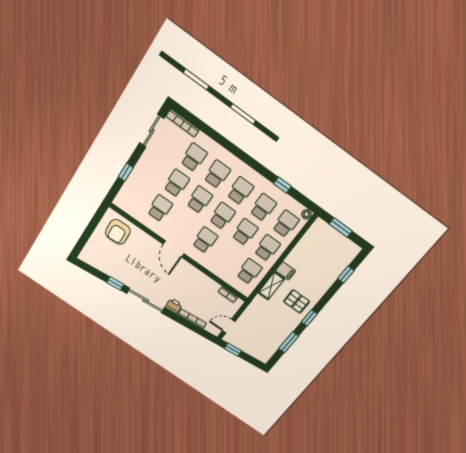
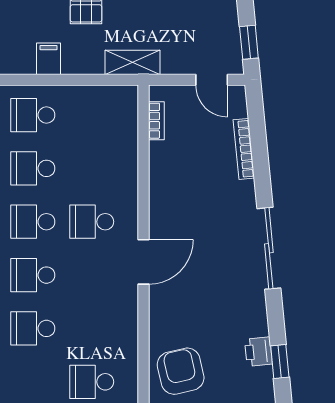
school desk: (160, 208) -> (92, 382), moved
armchair: (118, 232) -> (181, 371), turned -101
school desk: (249, 271) -> (92, 115), removed
window: (115, 283) -> (280, 361), moved
shelving: (271, 286) -> (133, 62), moved
printer: (174, 306) -> (258, 352), moved

